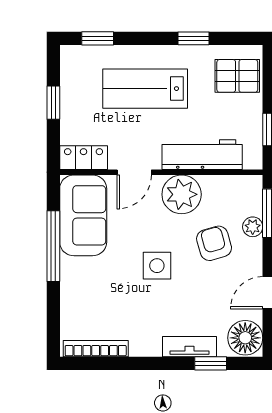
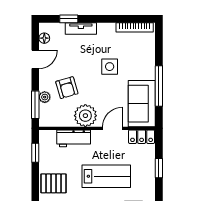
workbench: (202, 155) -> (74, 138), width x0.73
side table: (157, 266) -> (110, 67), moved
floor lamp: (245, 338) -> (44, 38), width x0.53, depth x0.53

